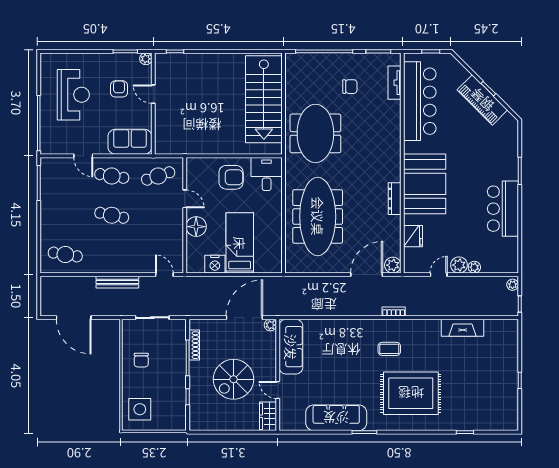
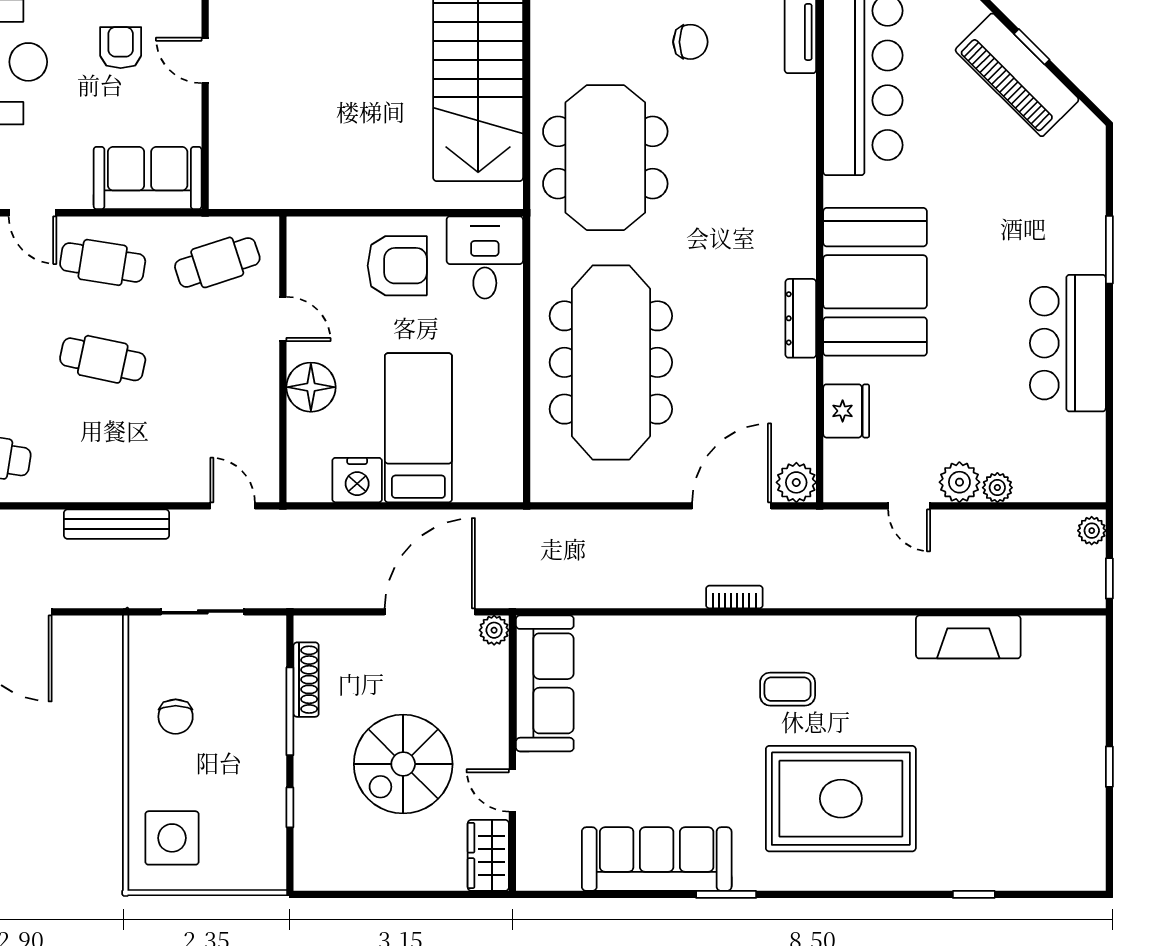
door: (439, 275) -> (909, 506), swing flipped
bookcase: (394, 312) -> (734, 597), moved

